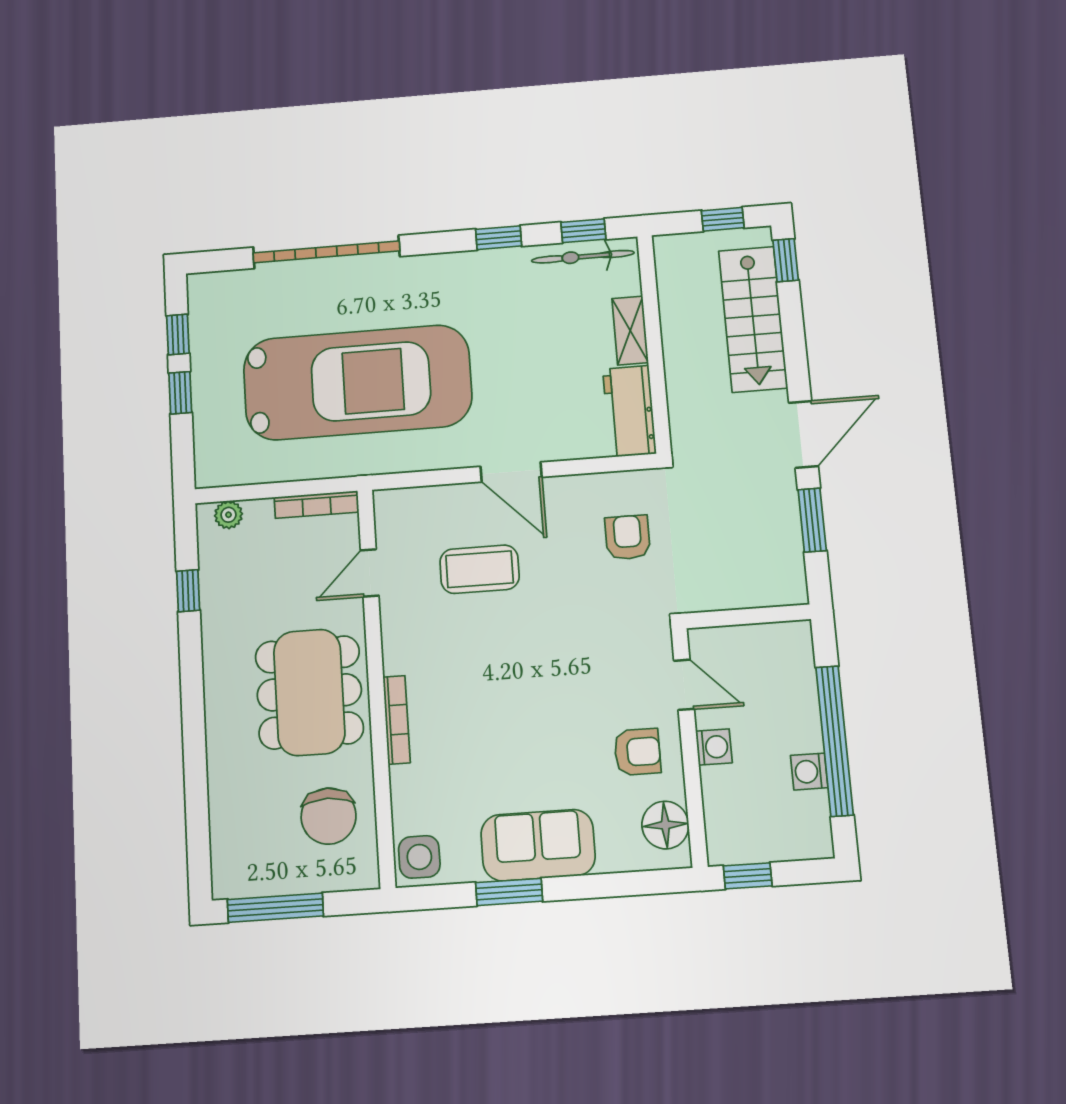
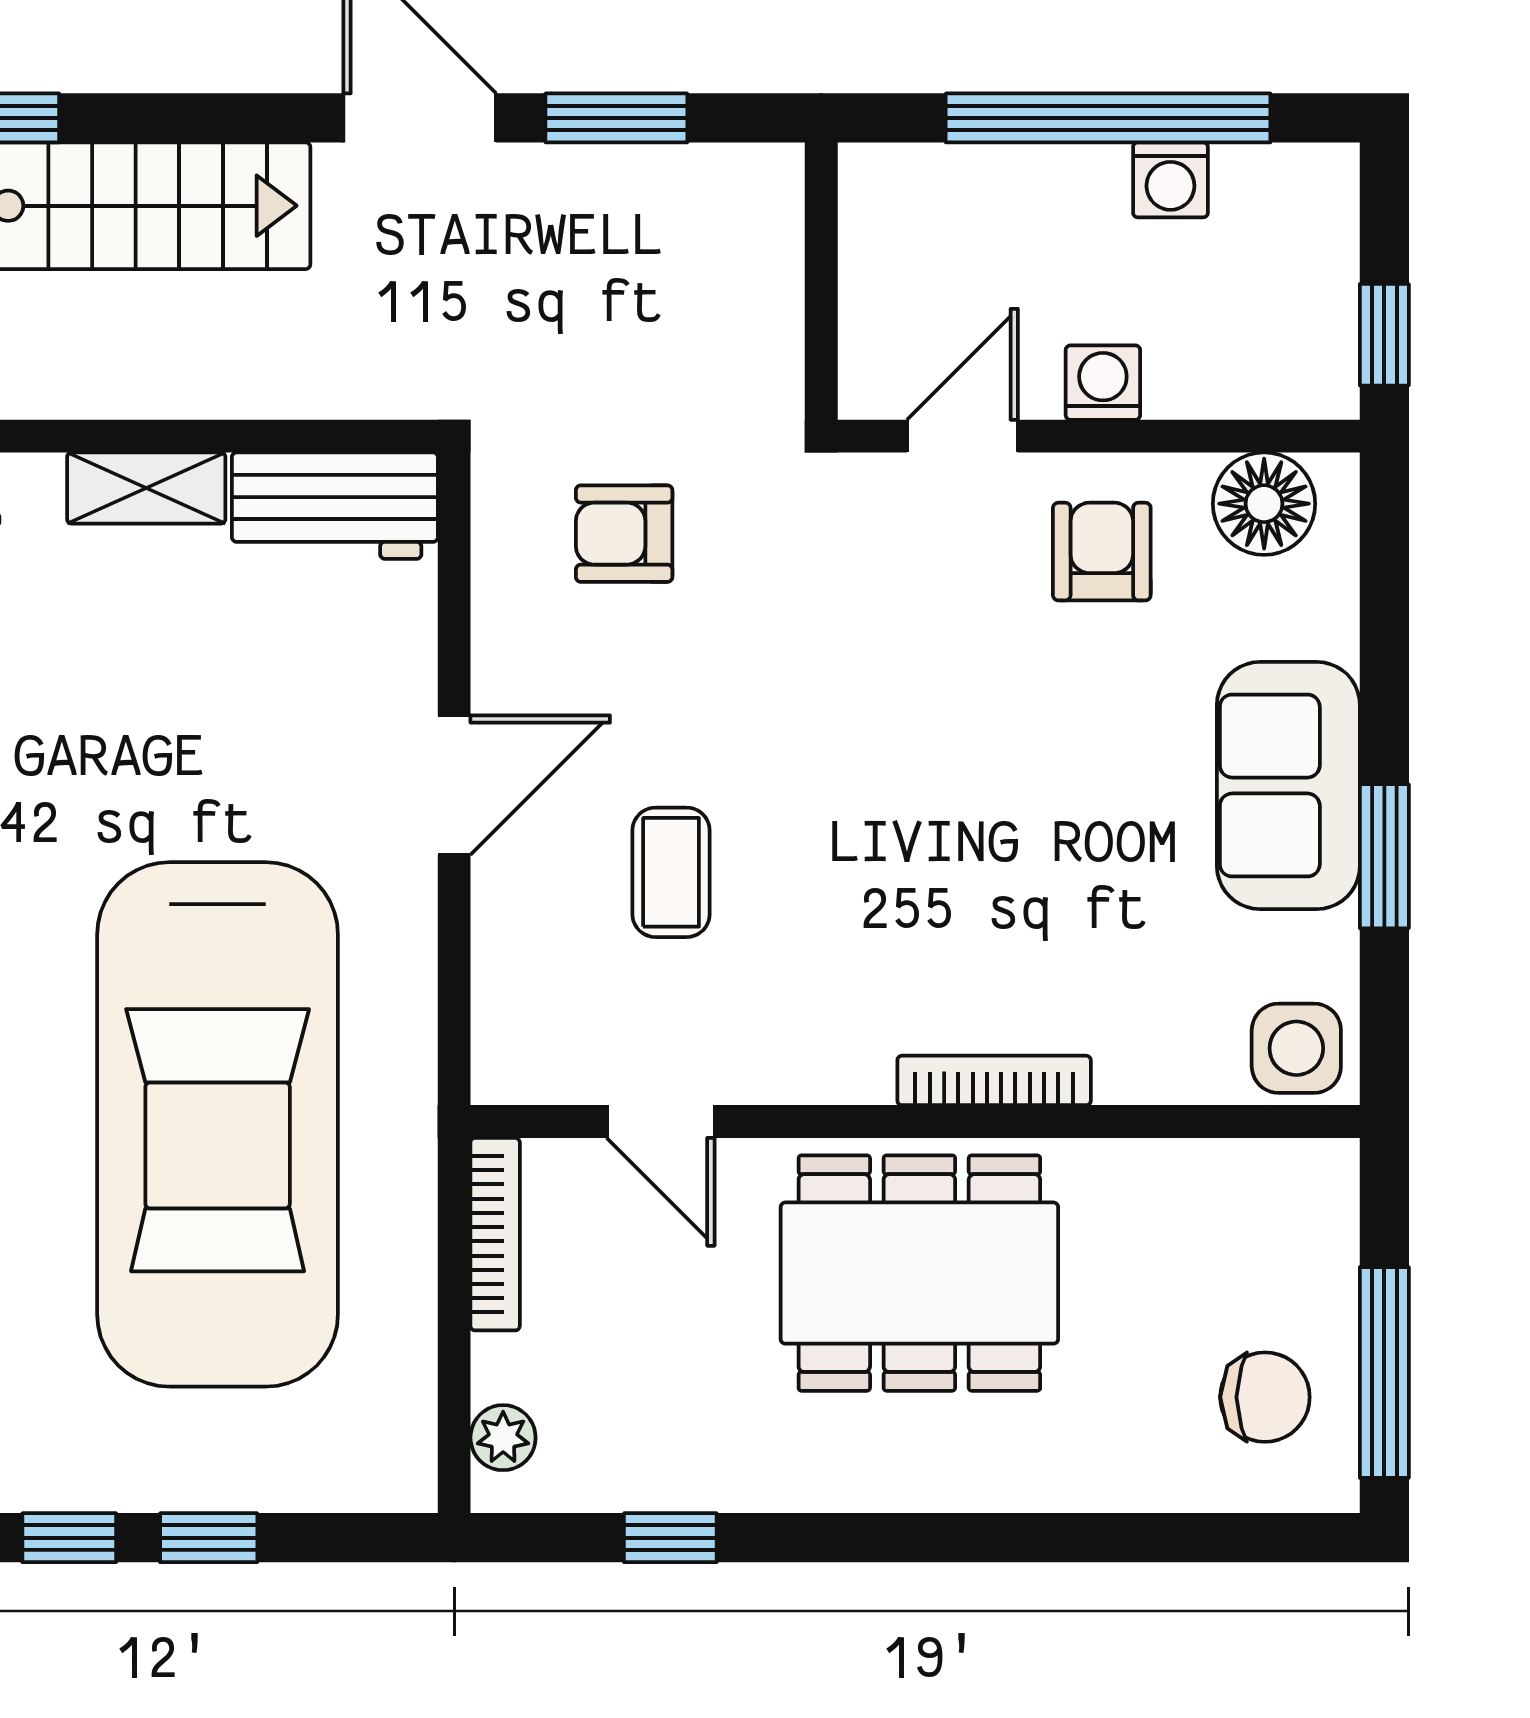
car: (357, 382) -> (218, 1124), turned 180
coffee table: (480, 569) -> (671, 872), width x0.73, depth x0.77
chair: (329, 816) -> (1265, 1397), moved, width x0.73, depth x0.73

